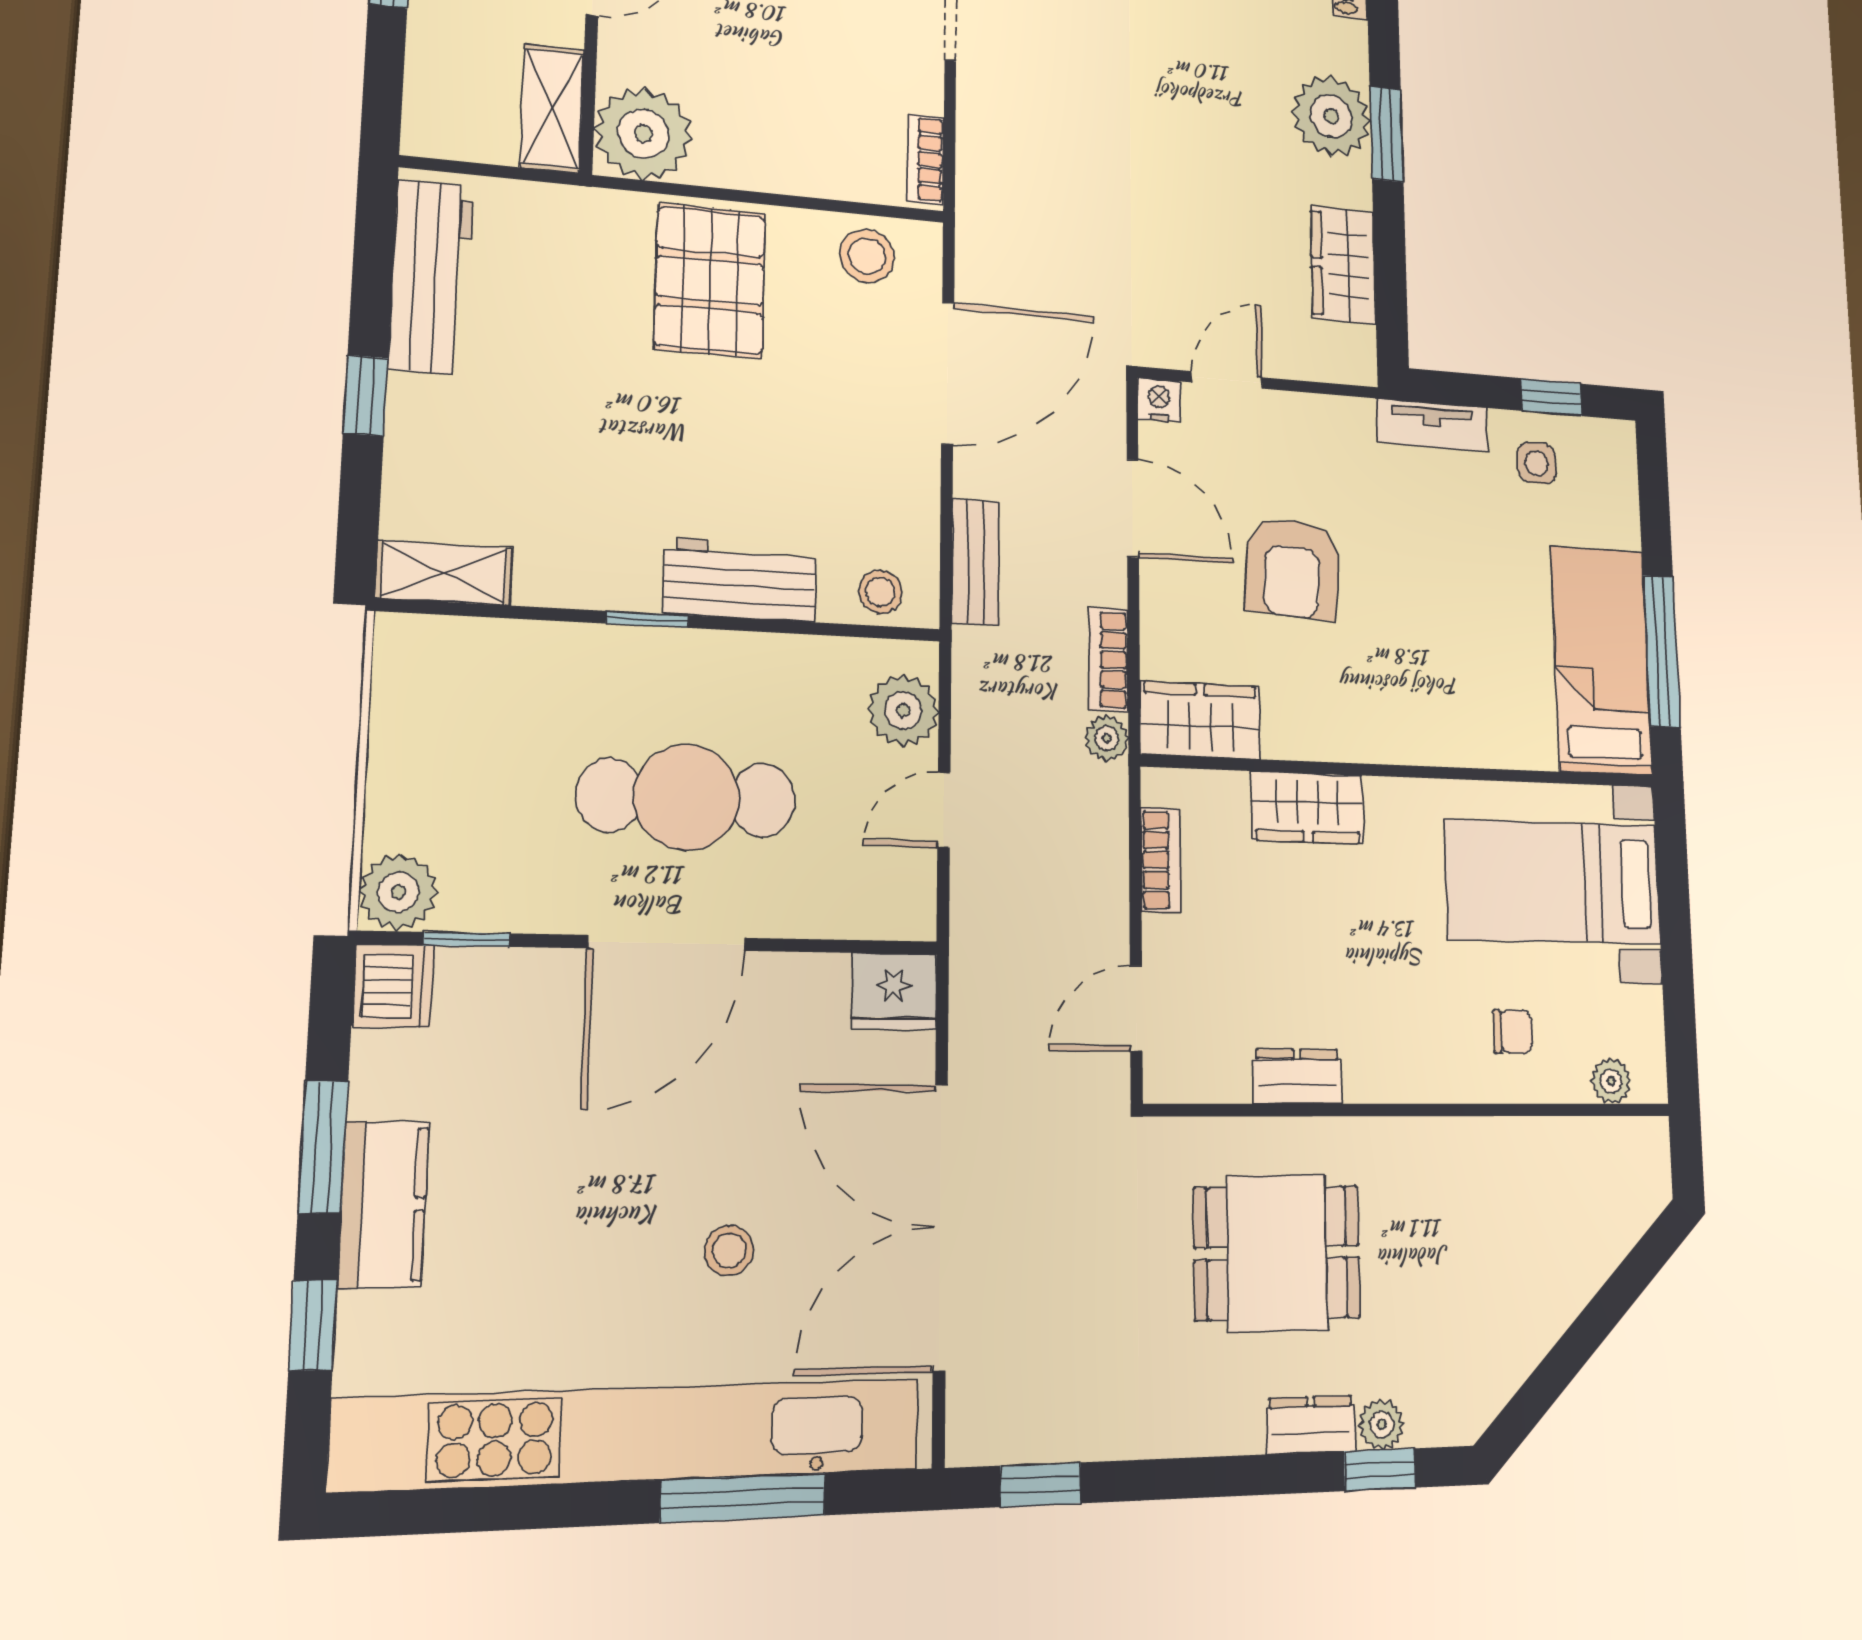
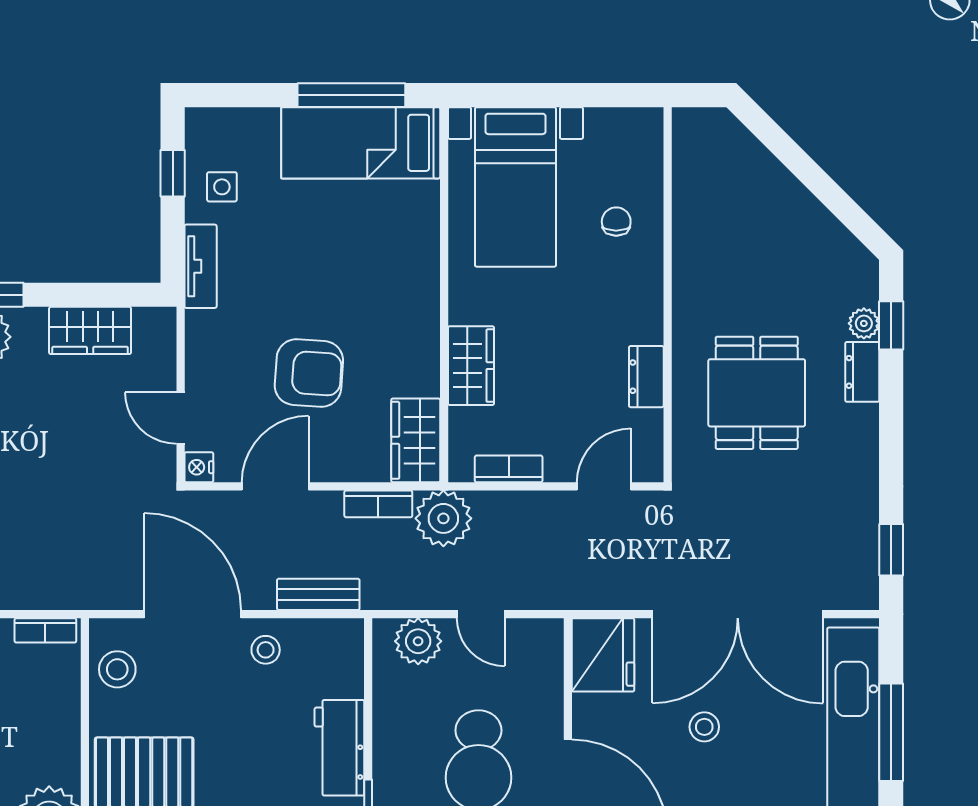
stool: (880, 592) -> (266, 650), moved
plant: (1107, 738) -> (443, 518), width x1.88, depth x1.88
fridge: (894, 991) -> (603, 655), width x1.36, depth x1.34
door: (1136, 1008) -> (604, 486), swing flipped
plant: (1611, 1081) -> (649, 150), removed
stool: (729, 1250) -> (704, 727), moved

